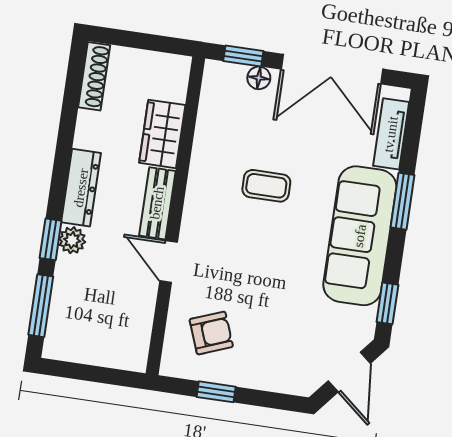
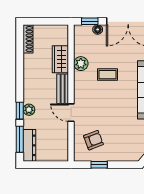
plant: (208, 151) -> (81, 64), added
dresser: (81, 188) -> (29, 145), moved

